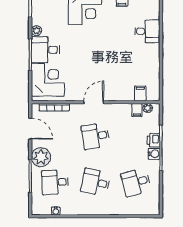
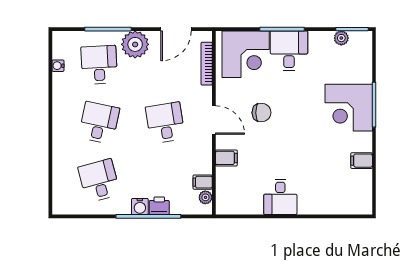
plant: (36, 31) -> (341, 38), moved
desk: (147, 31) -> (280, 197), moved
chair: (88, 69) -> (261, 113), added
filing cabinet: (140, 93) -> (226, 158), moved

